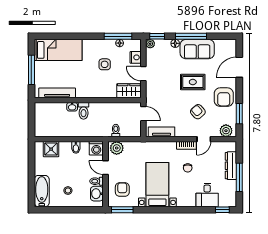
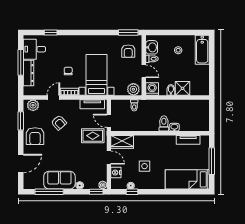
window: (118, 36) -> (132, 192), width x0.46
window: (191, 36) -> (49, 192), moved
rug: (193, 82) -> (93, 136), moved
tv unit: (57, 93) -> (188, 140), width x0.71
armchair: (224, 97) -> (35, 136), turned 180
shower: (51, 149) -> (183, 88), moved
bed with nightstands: (157, 185) -> (97, 75), moved, turned 180
desk: (207, 195) -> (34, 49), moved, turned -90
window: (222, 210) -> (51, 33), moved

